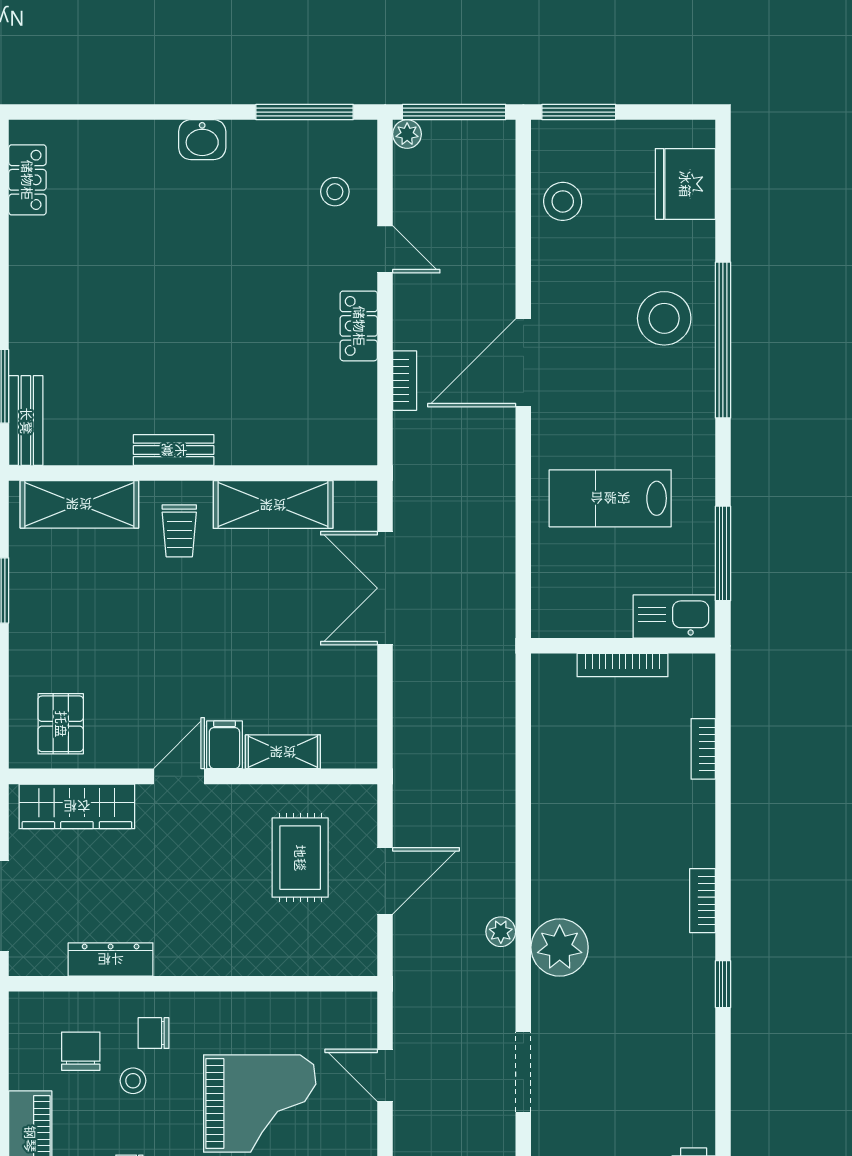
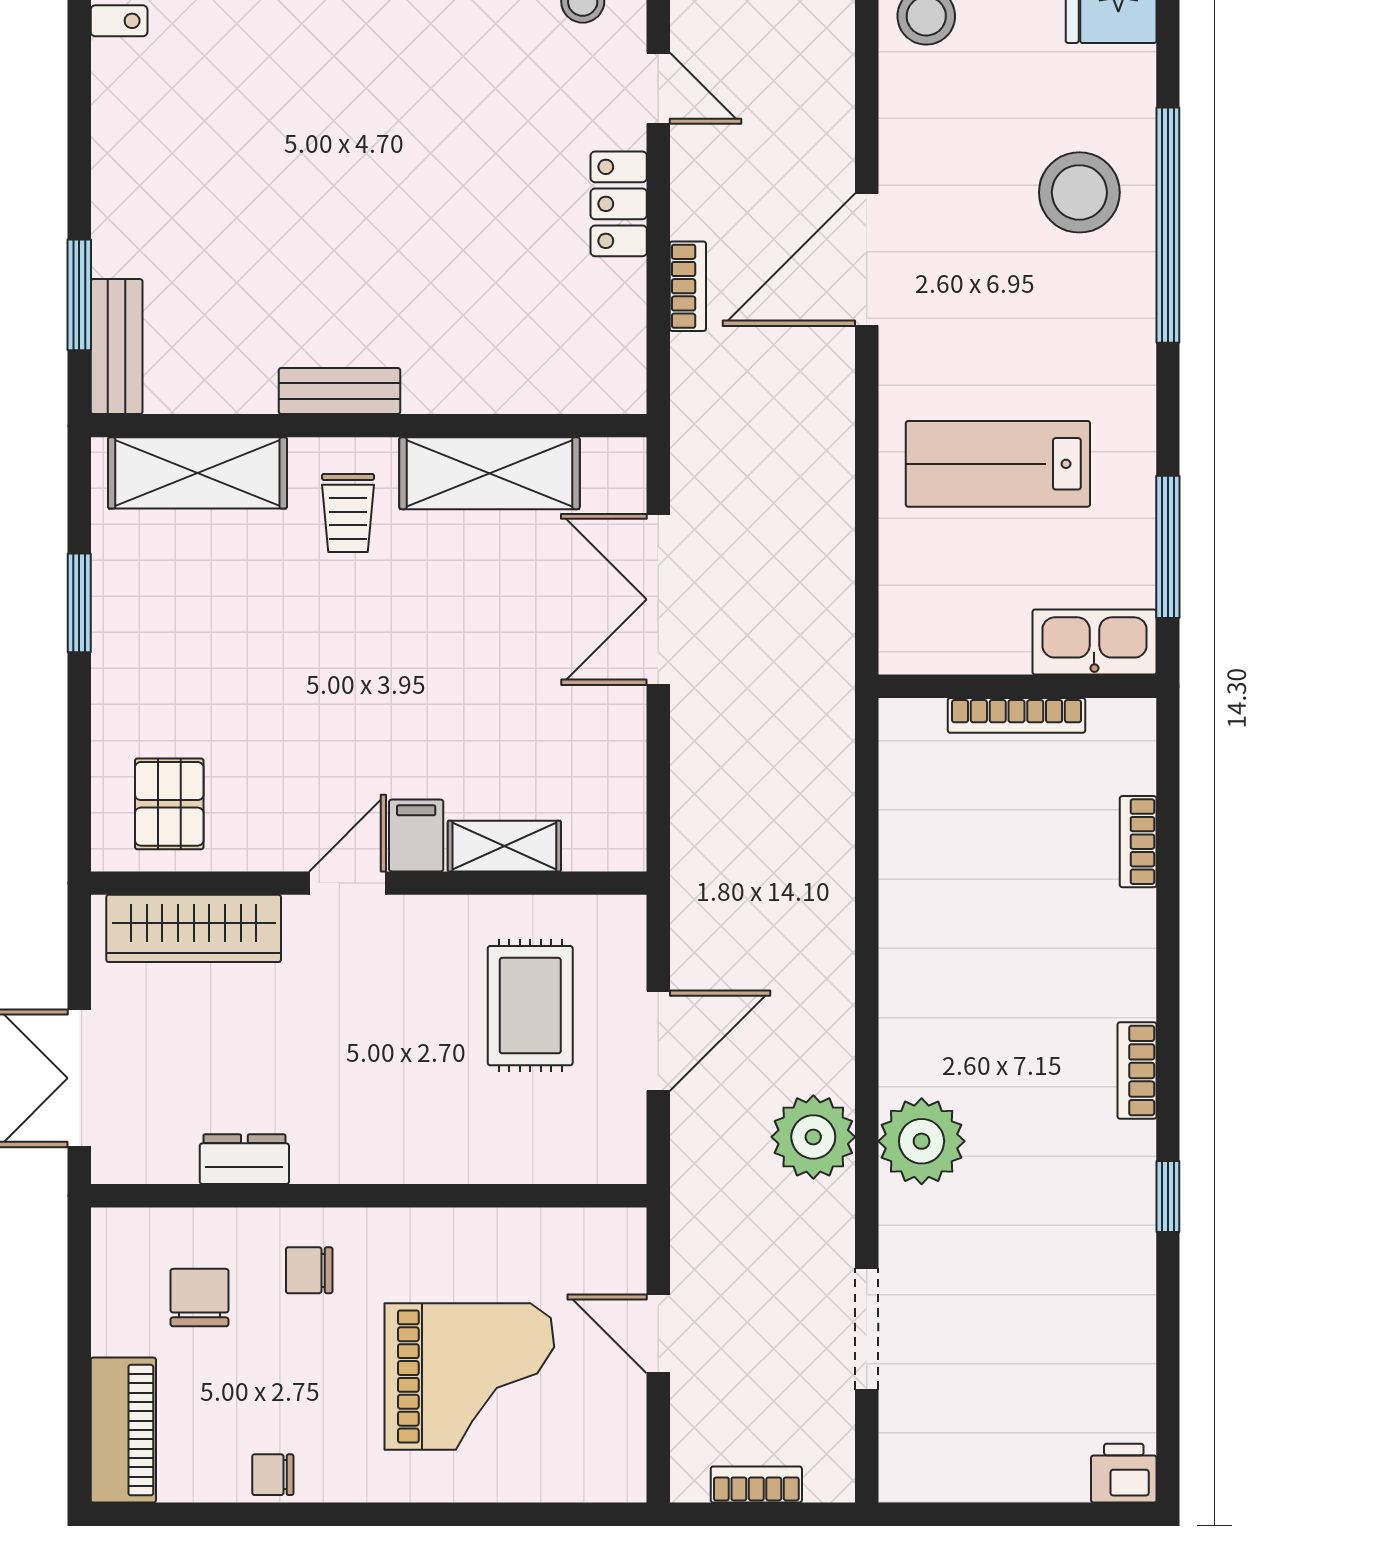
plant: (501, 932) -> (813, 1137), width x1.87, depth x1.87
dresser: (111, 959) -> (244, 1159), width x0.70
stool: (133, 1081) -> (278, 1342), removed

